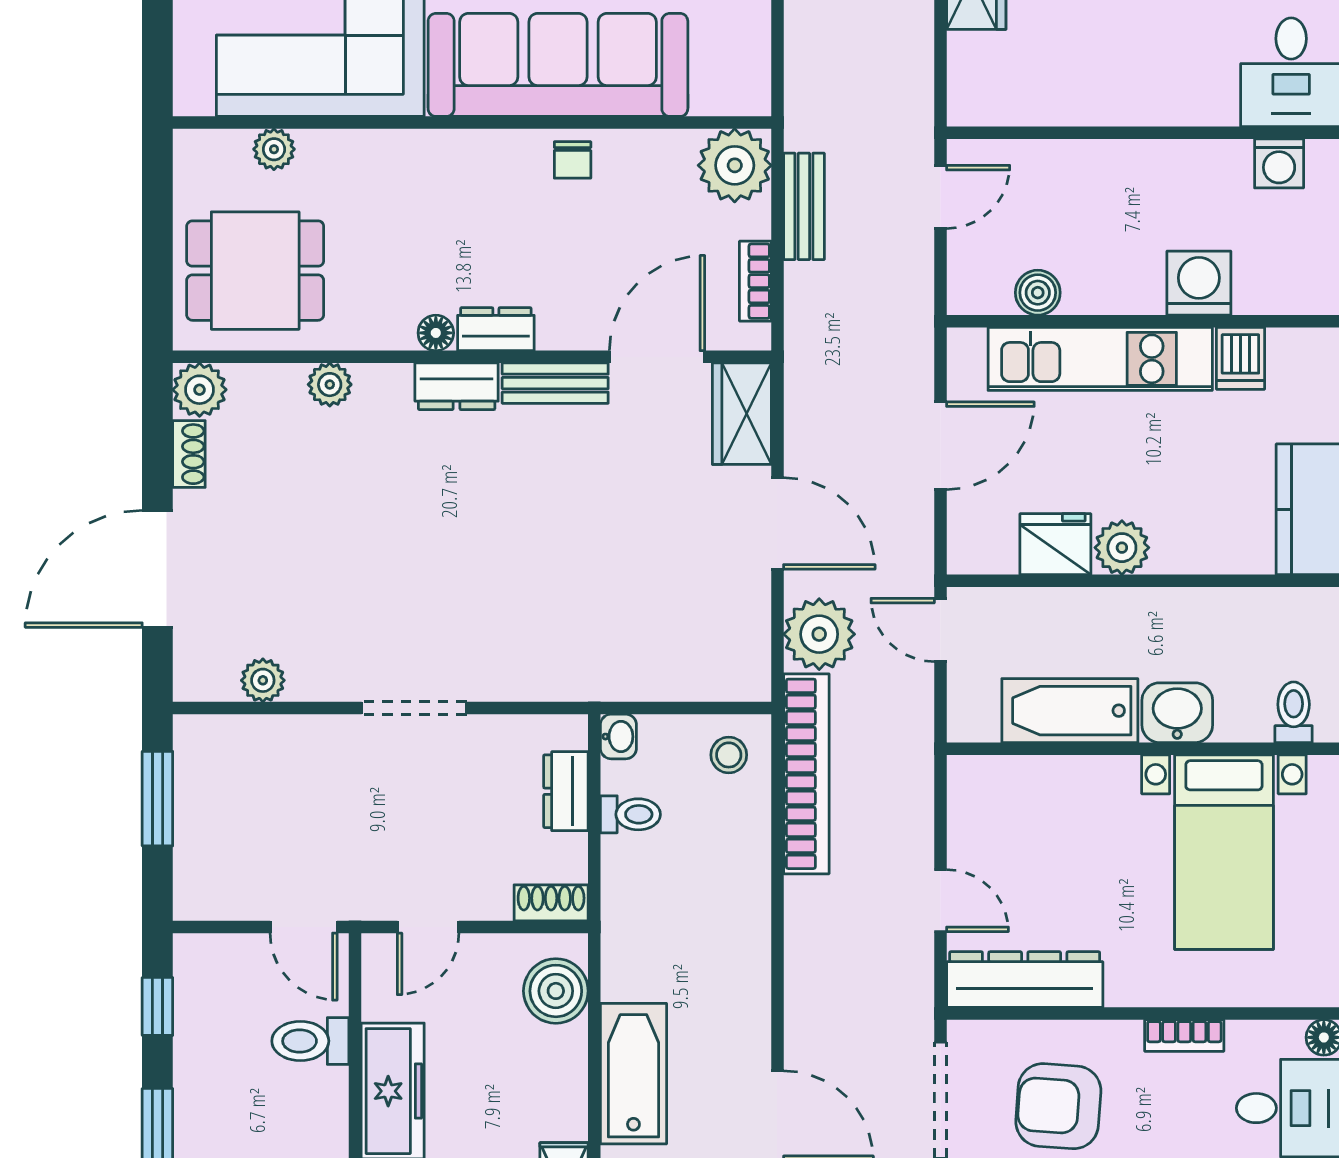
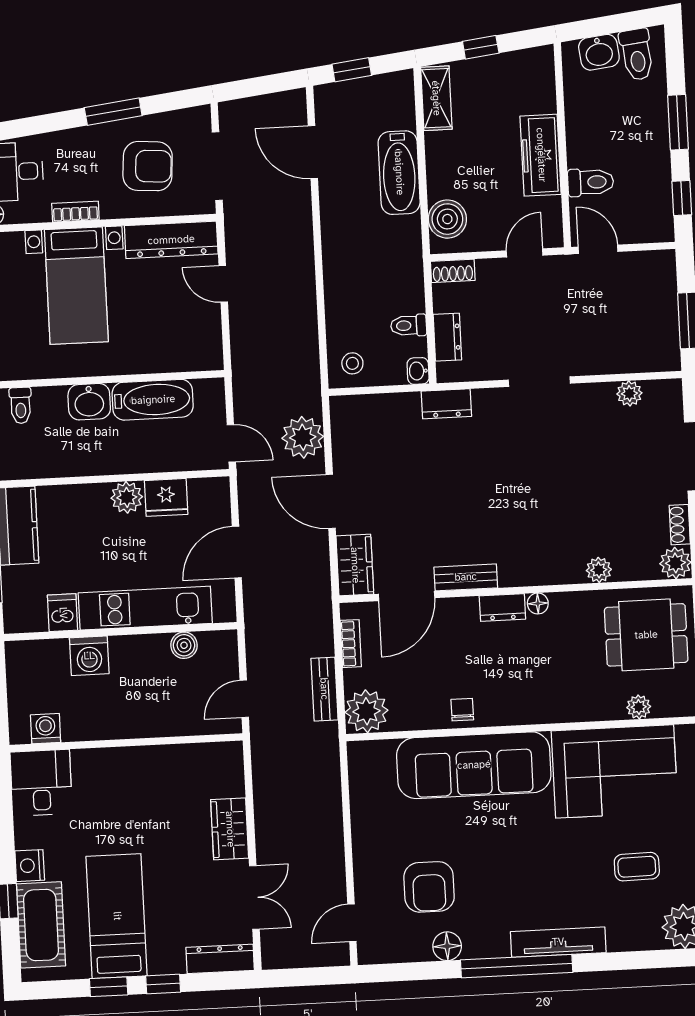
dresser: (457, 386) -> (446, 404), moved, turned 180
bookcase: (806, 774) -> (306, 355), removed
bed with nightstands: (1224, 852) -> (76, 286), moved, turned 180

